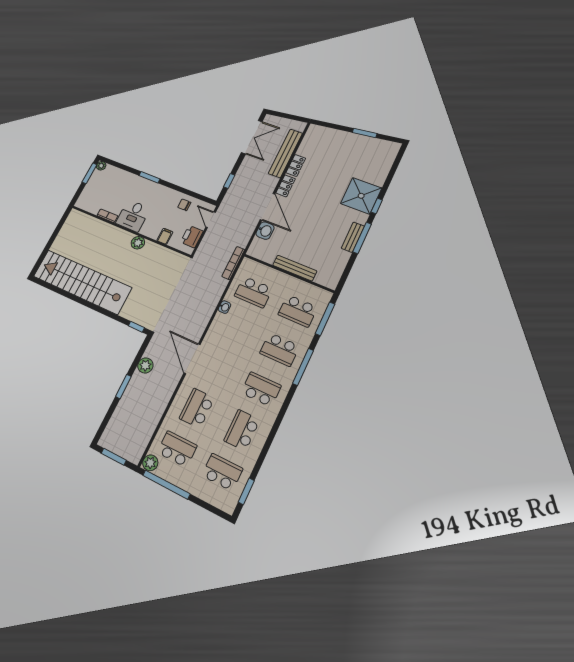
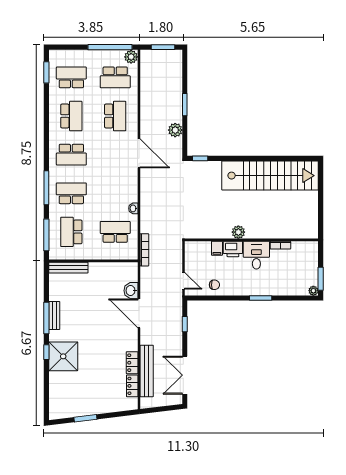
locker: (286, 186) -> (132, 386), moved
printer: (192, 237) -> (233, 249), moved, turned 90
bench: (295, 268) -> (68, 268), moved
school desk: (298, 311) -> (71, 232), turned -90
school desk: (222, 472) -> (71, 77), turned 180

